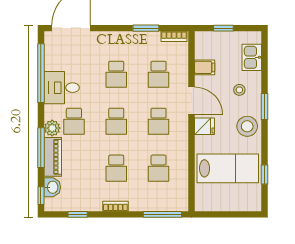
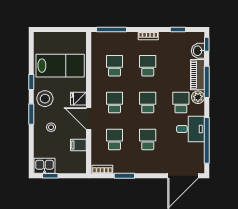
window: (223, 28) -> (50, 176), moved
kitchen sink: (252, 57) -> (44, 166), moved, turned -90
lab bench: (228, 168) -> (60, 66), turned 180
window: (264, 175) -> (31, 82), moved

